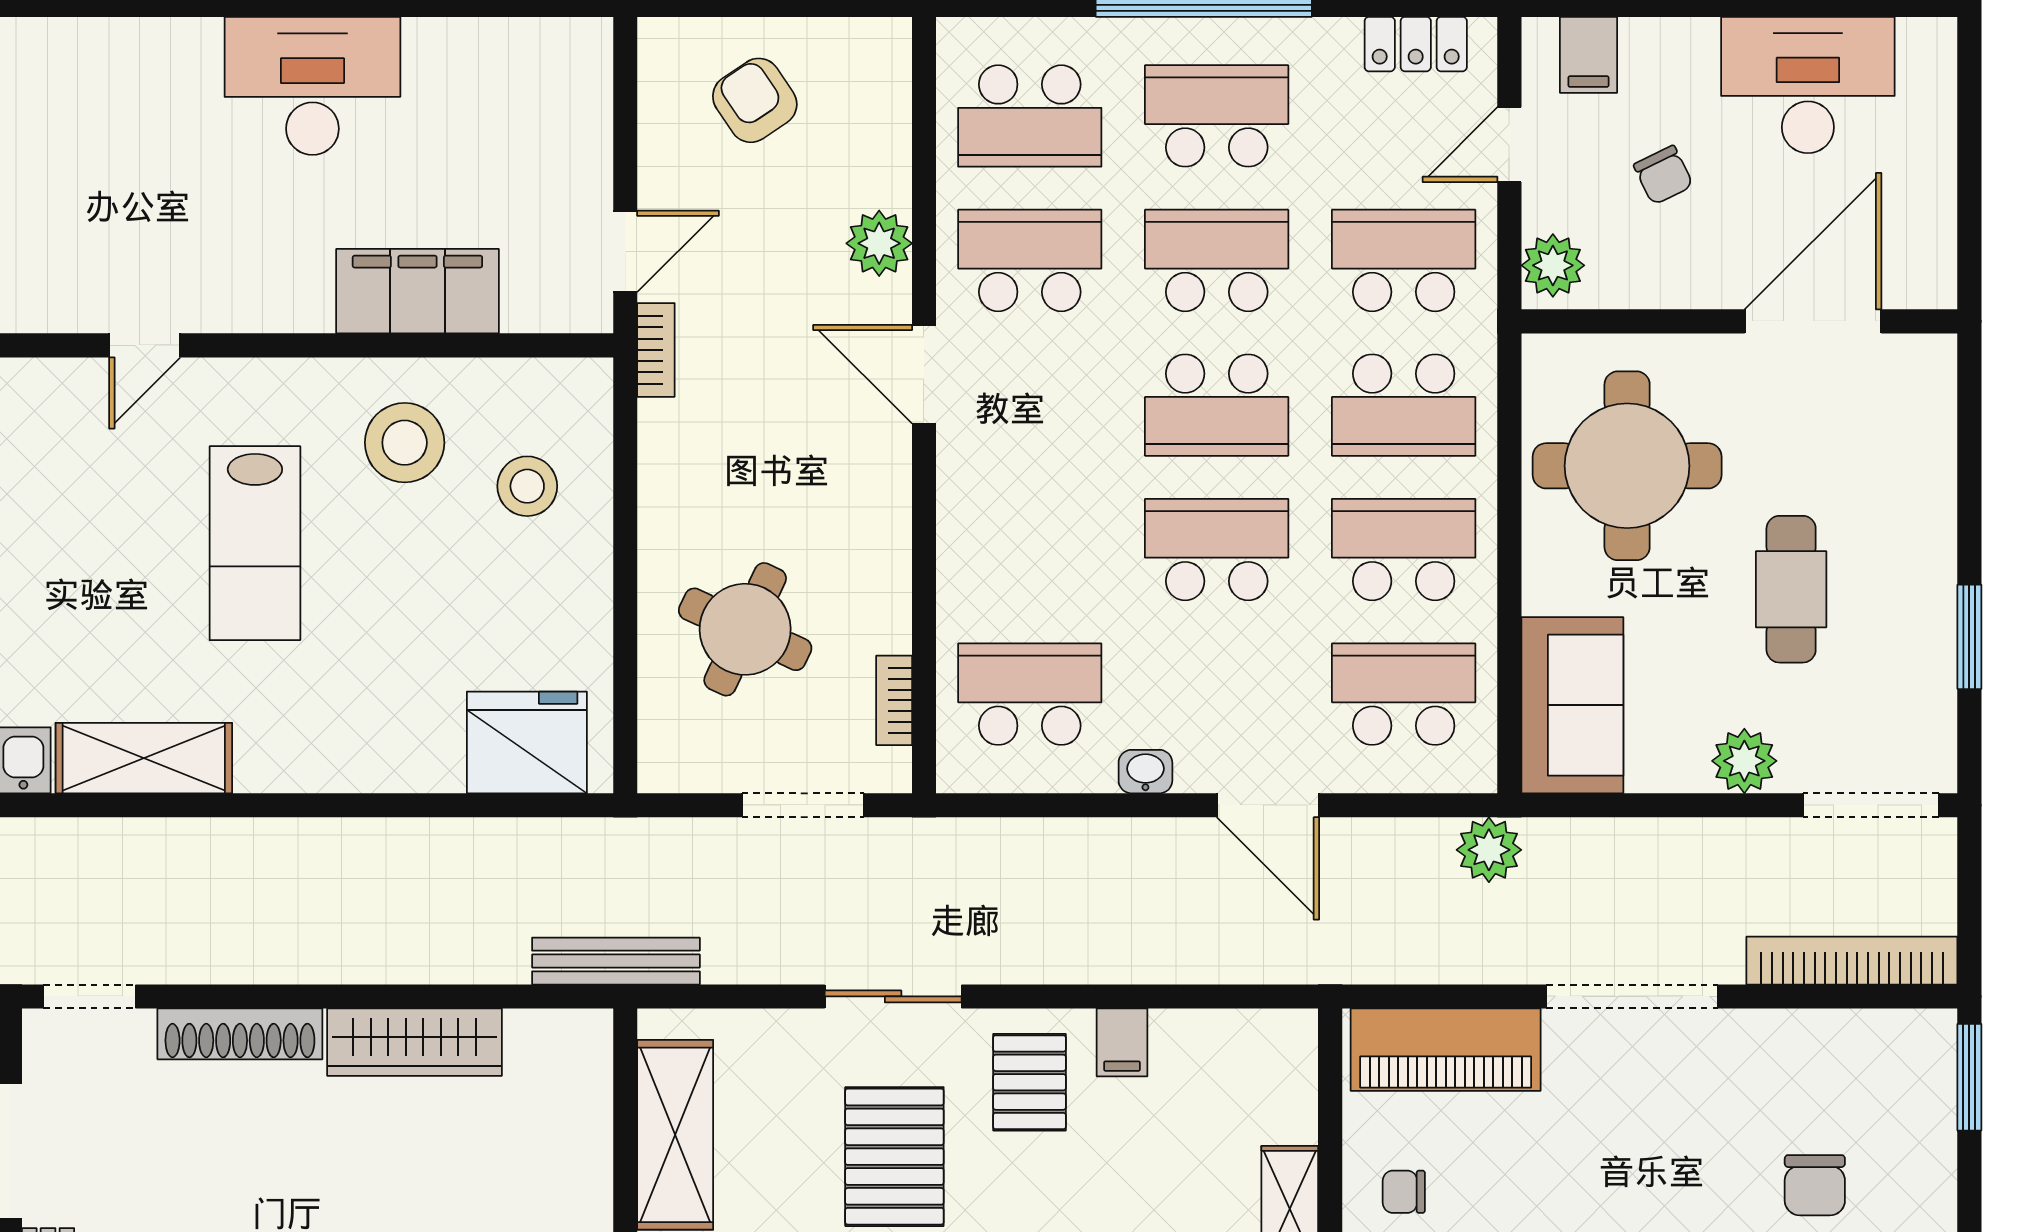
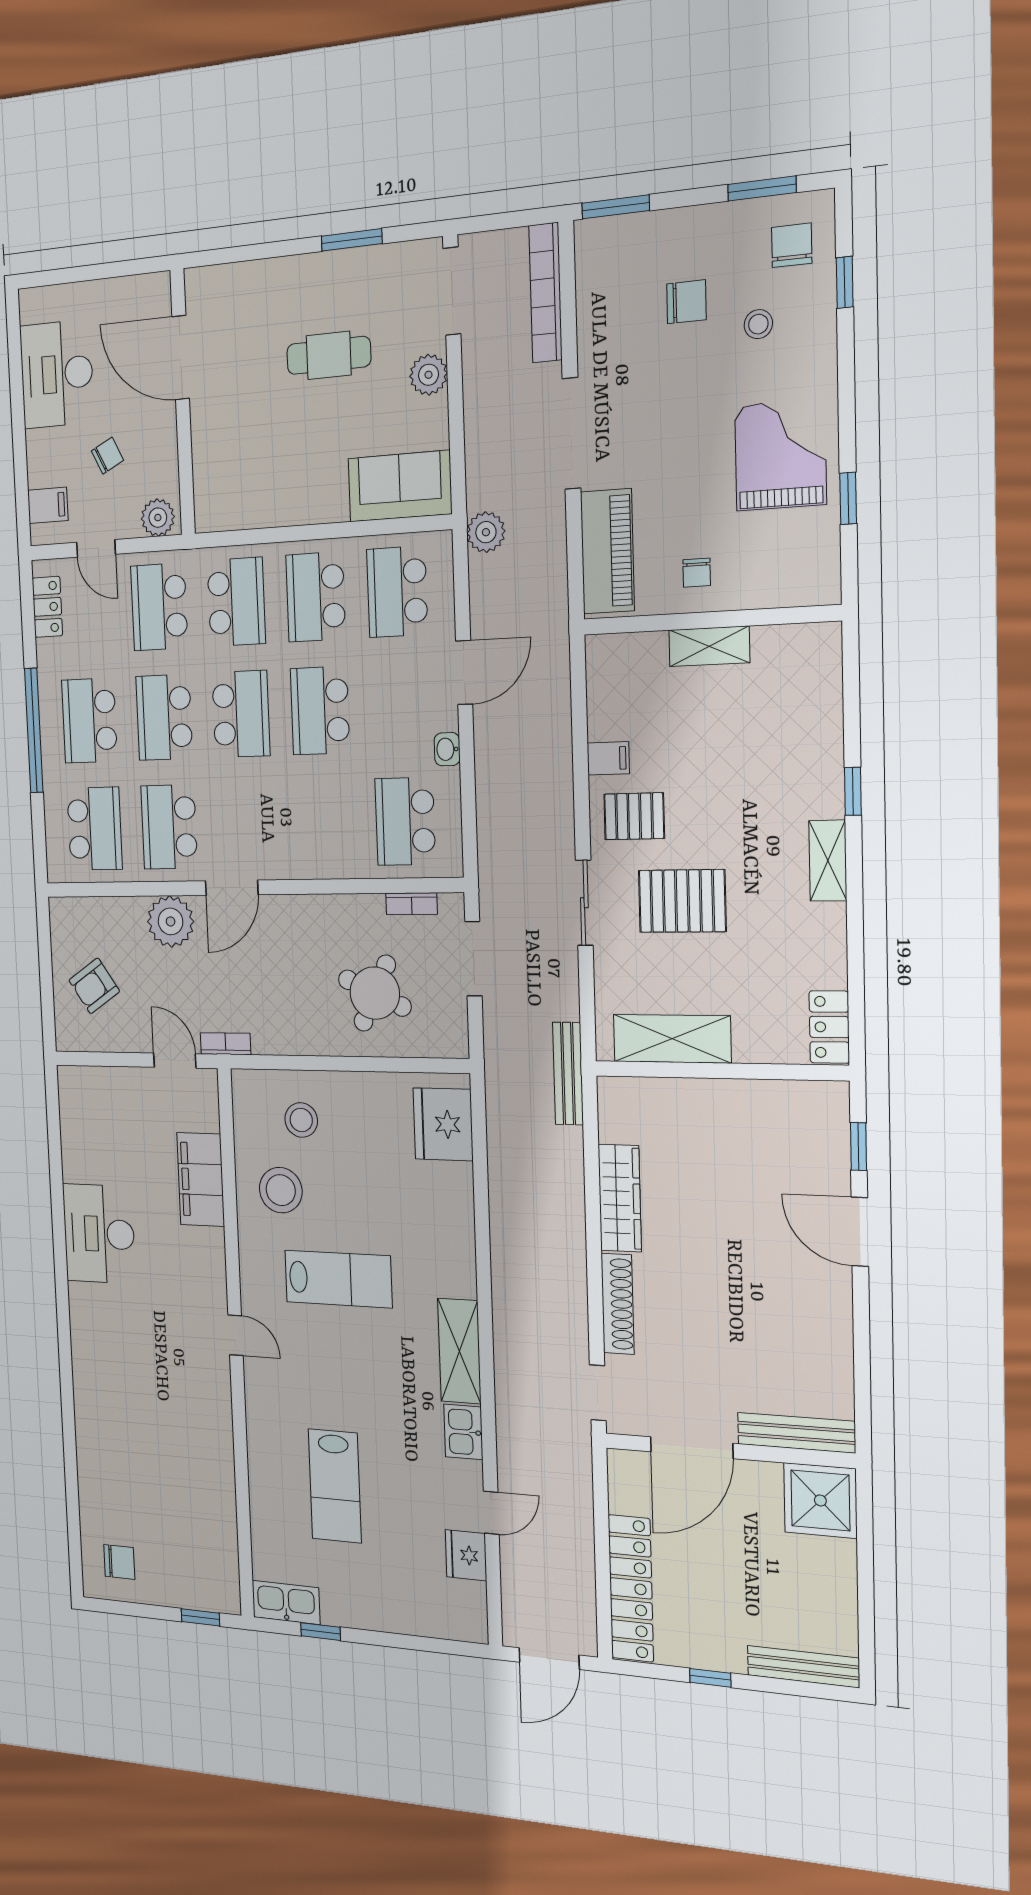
plant: (879, 243) -> (171, 921), width x1.36, depth x1.36
round table: (1627, 466) -> (264, 464), removed

